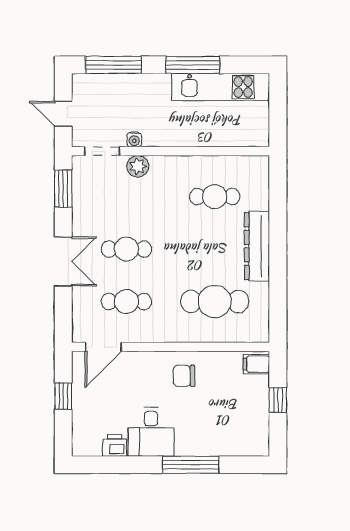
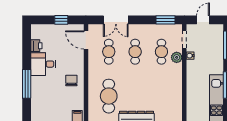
cafe table: (215, 197) -> (161, 52), moved
double door: (63, 261) -> (116, 20), moved

